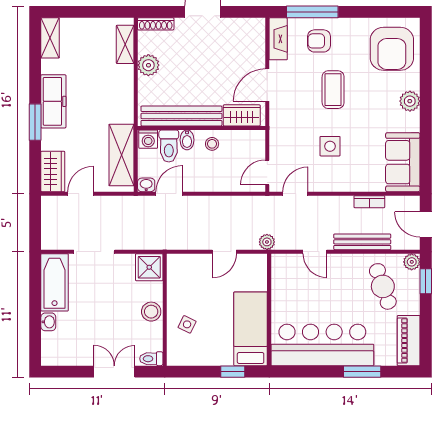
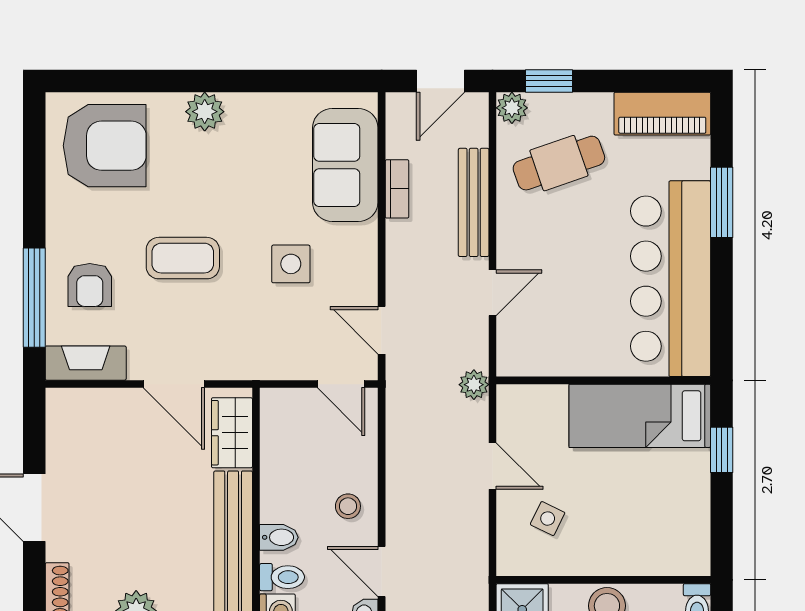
stool: (212, 144) -> (348, 506), moved
toilet: (169, 146) -> (282, 577), width x0.73, depth x0.72
sofa: (403, 162) -> (345, 165), moved, turned 90
side table: (187, 324) -> (548, 519), moved

